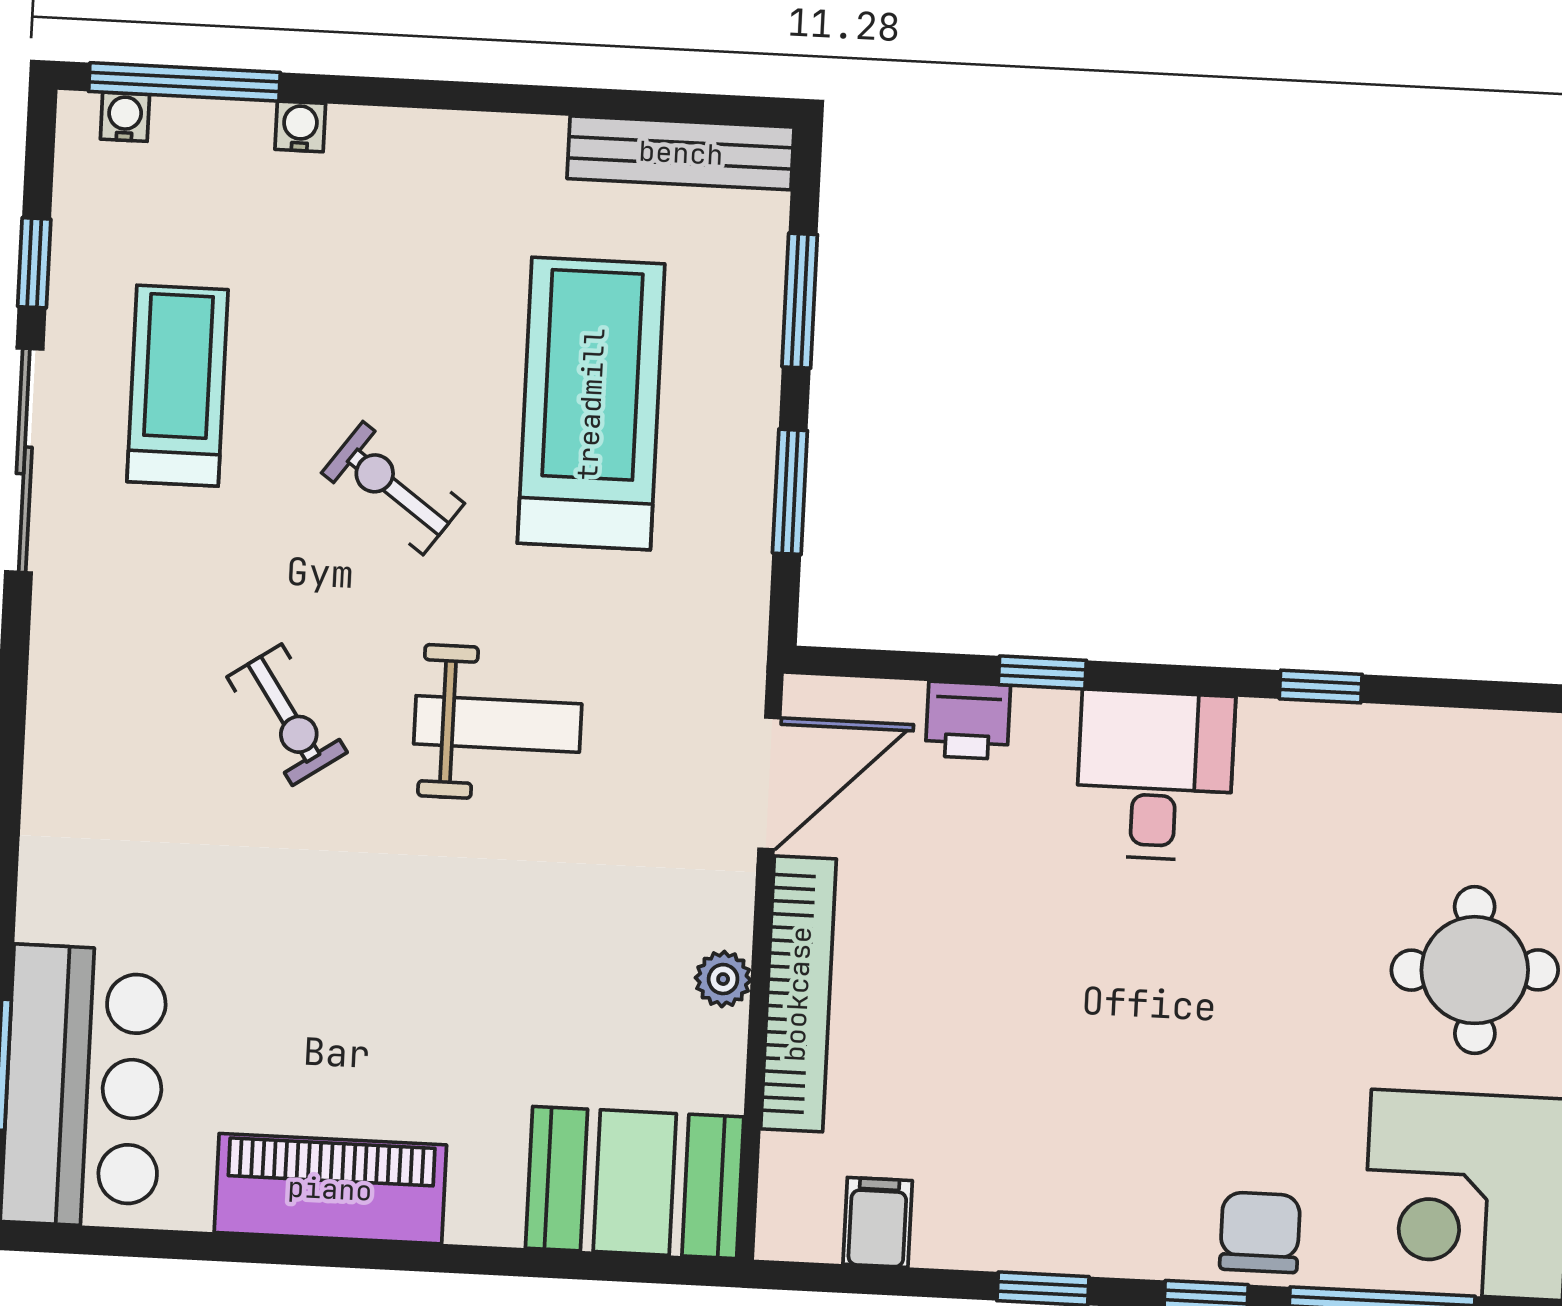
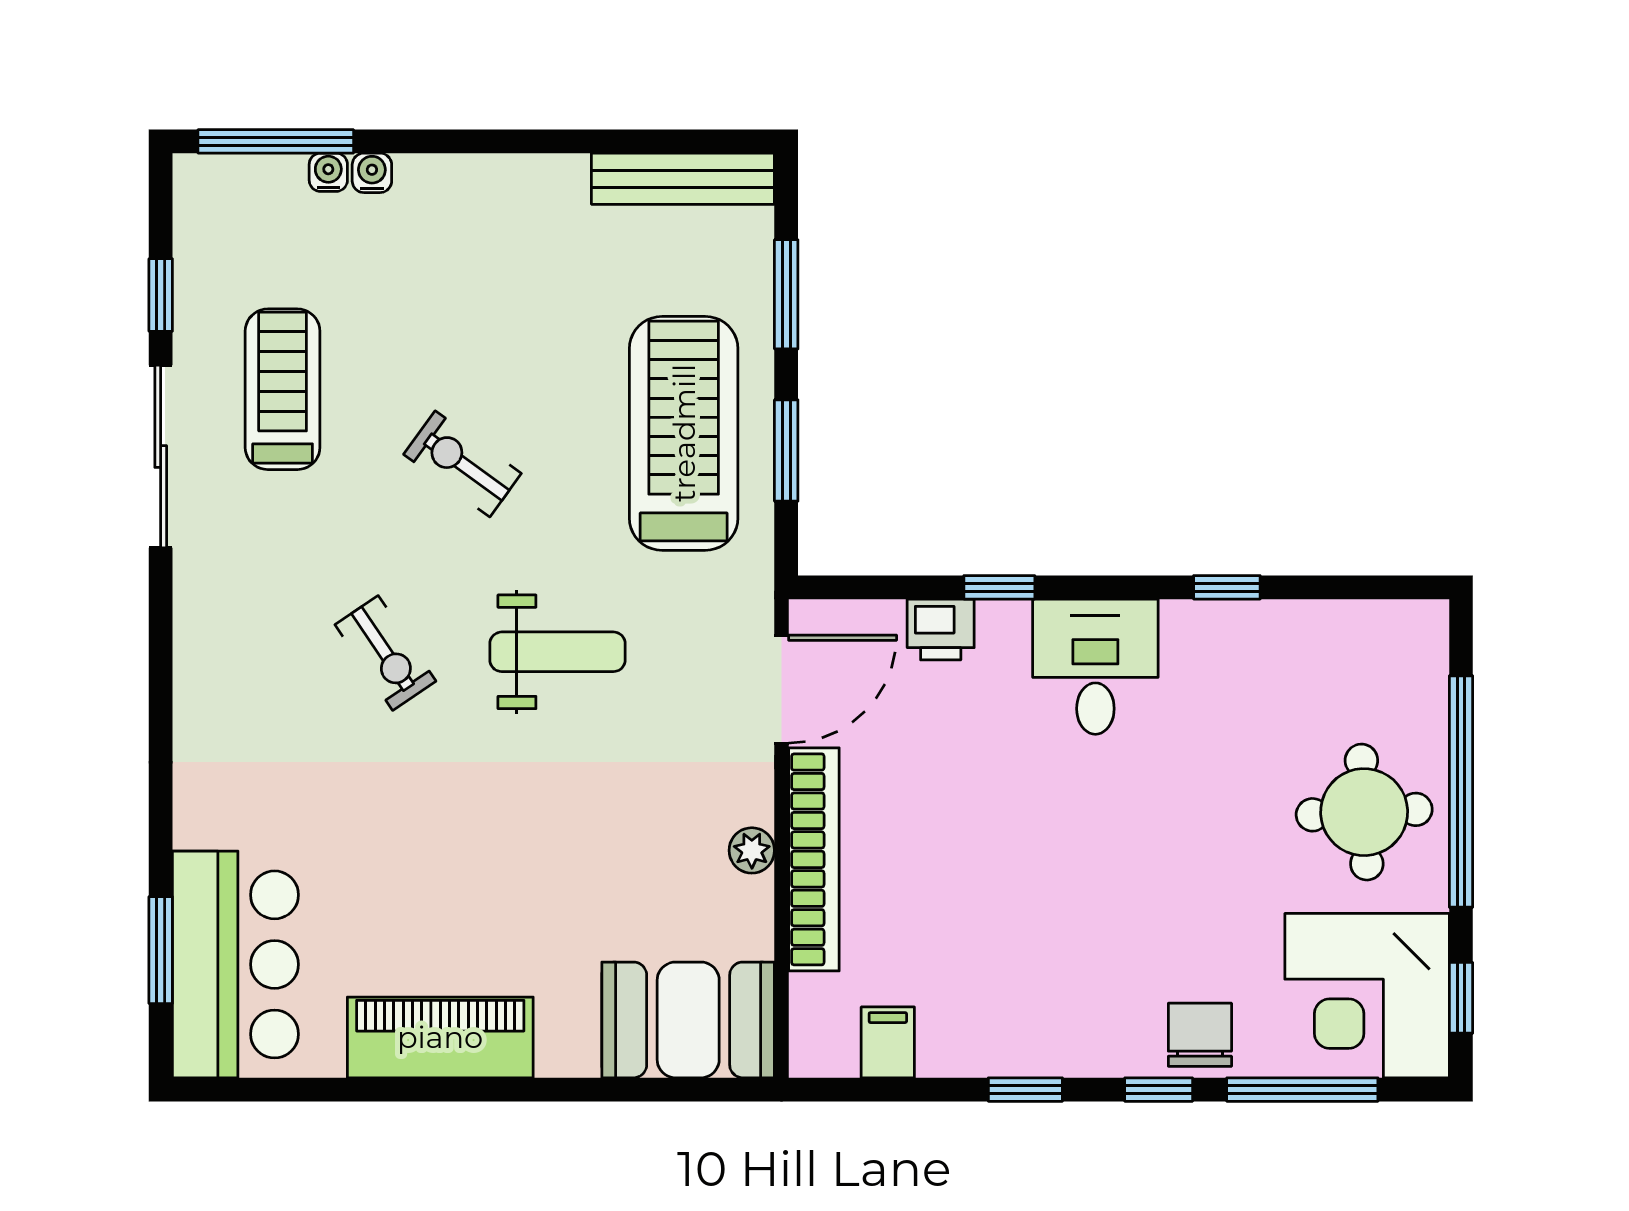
water cooler: (125, 117) -> (328, 172), moved
treadmill: (591, 404) -> (684, 433), moved

